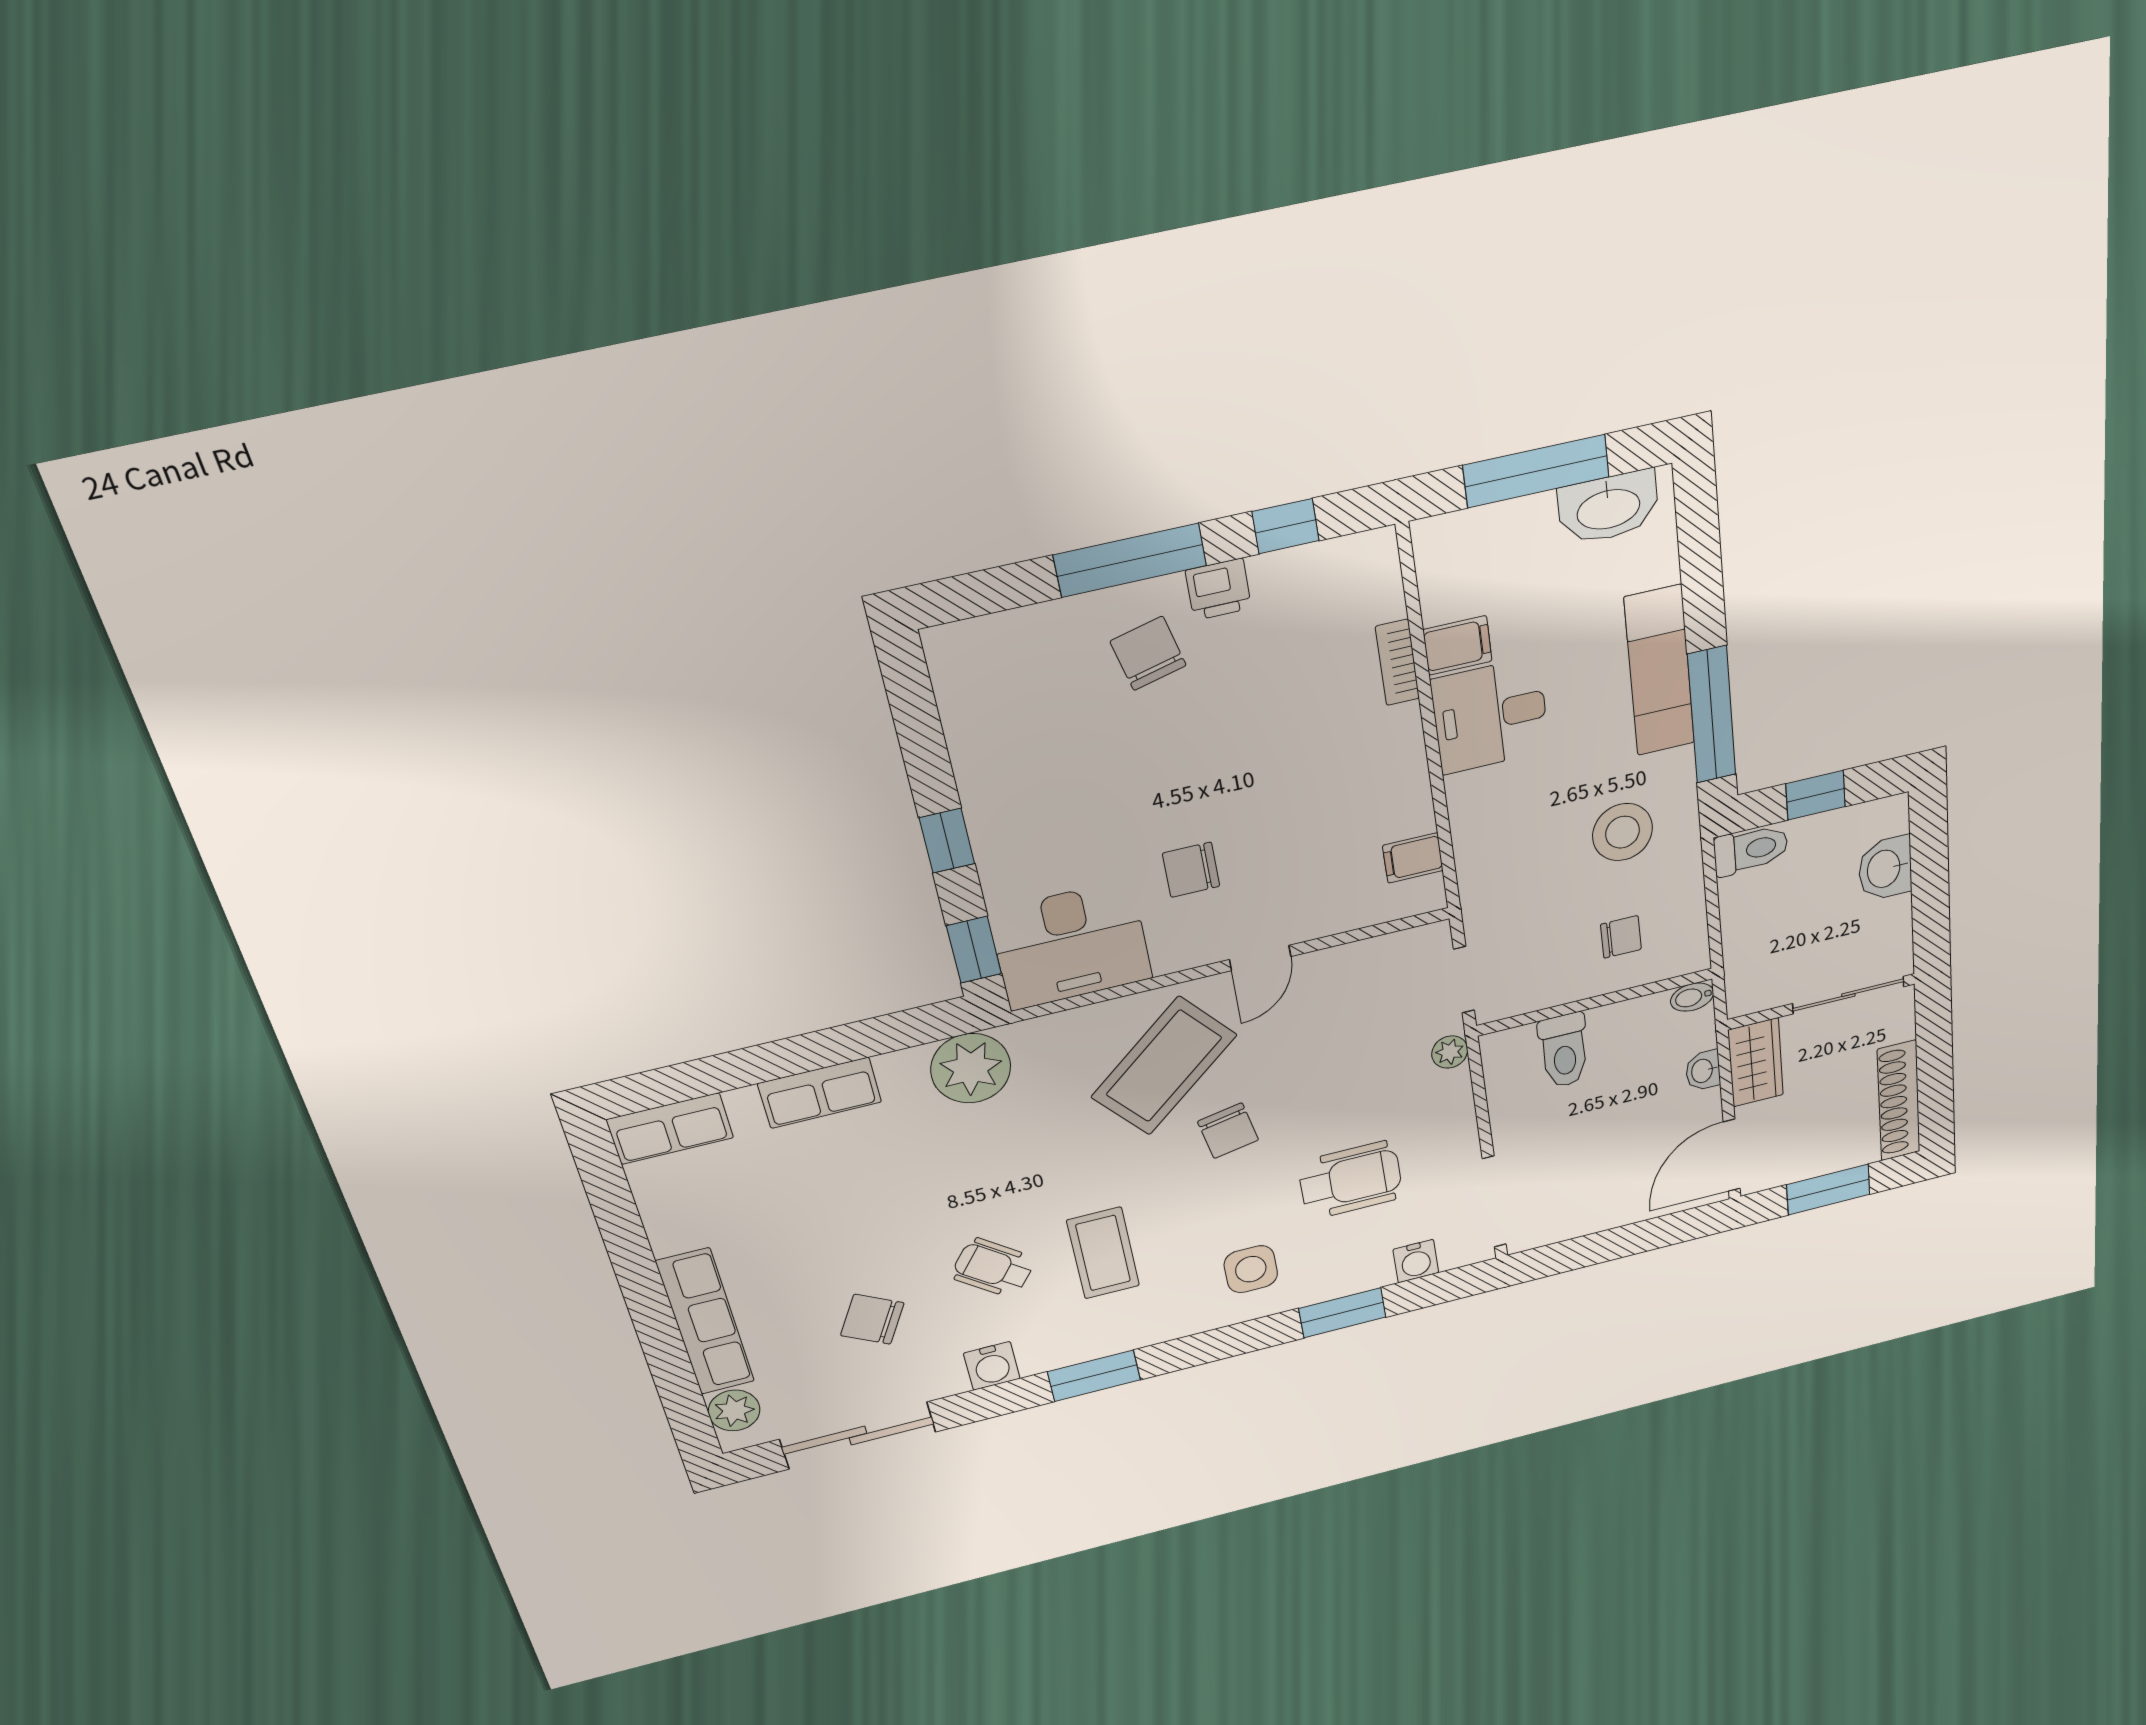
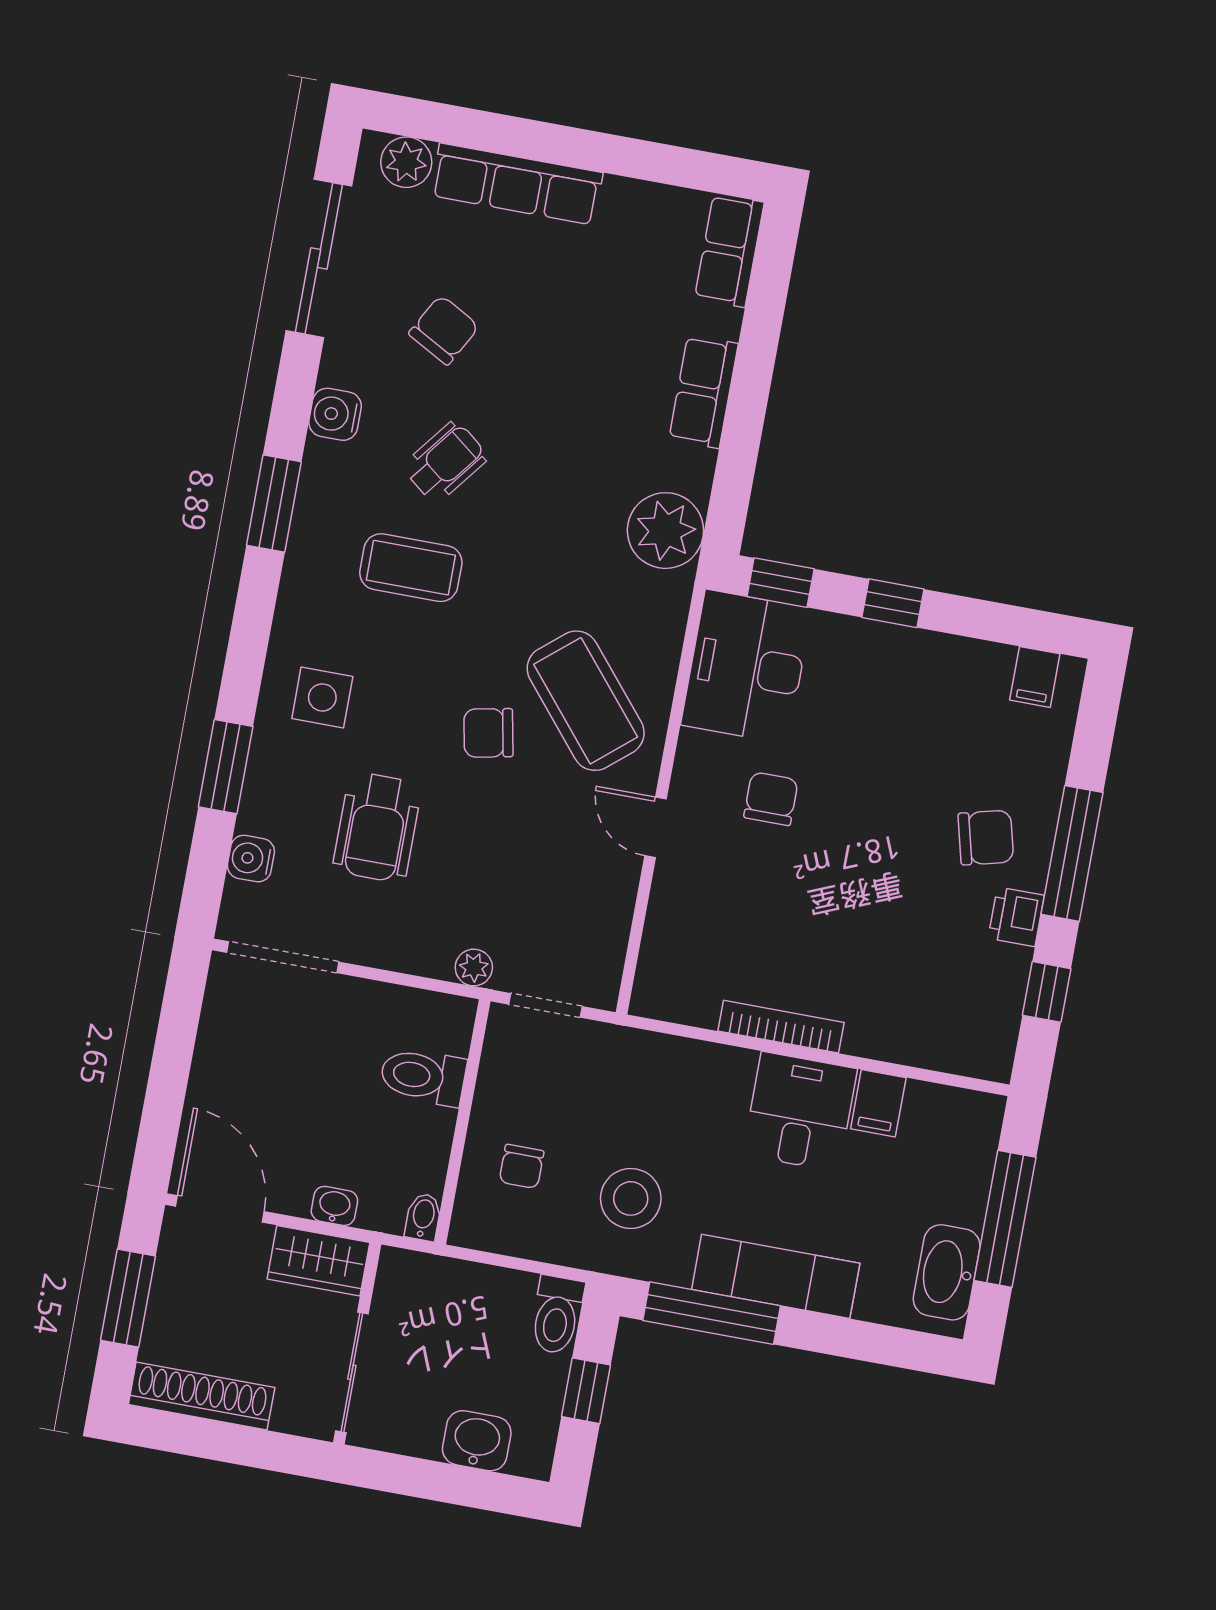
bookcase: (1397, 662) -> (781, 1027), moved, width x1.56
filing cabinet: (1413, 858) -> (1035, 677), moved, turned 180

